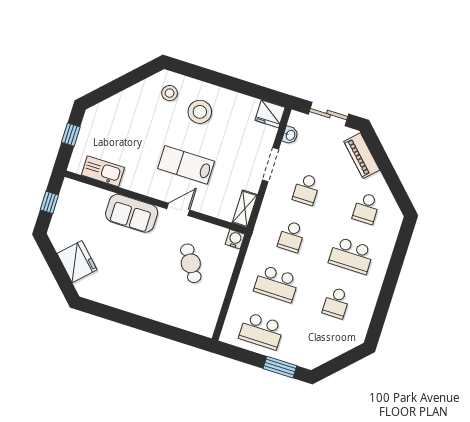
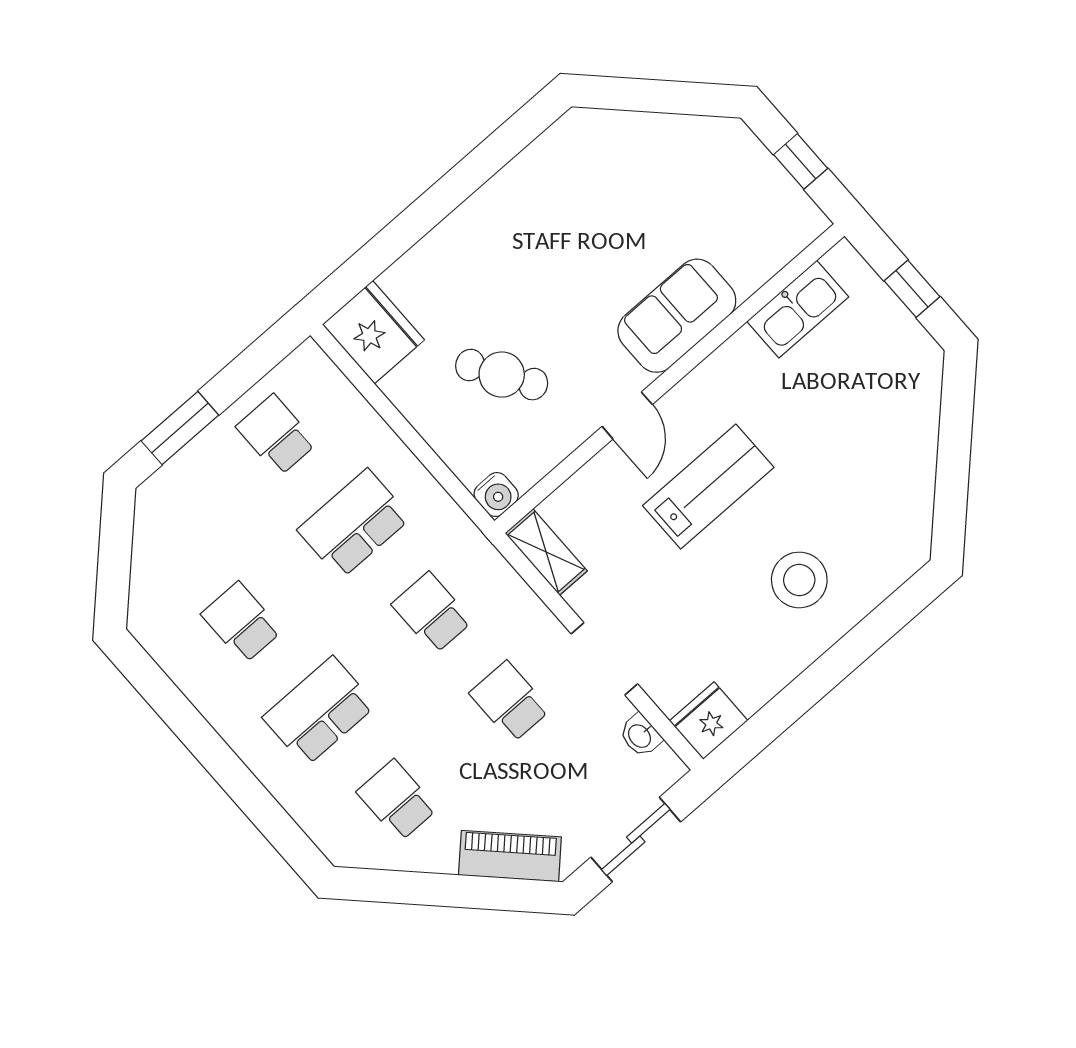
stool: (170, 93) -> (875, 542), removed
fridge: (77, 262) -> (373, 332), moved, turned -135
school desk: (261, 331) -> (276, 435), width x0.54

